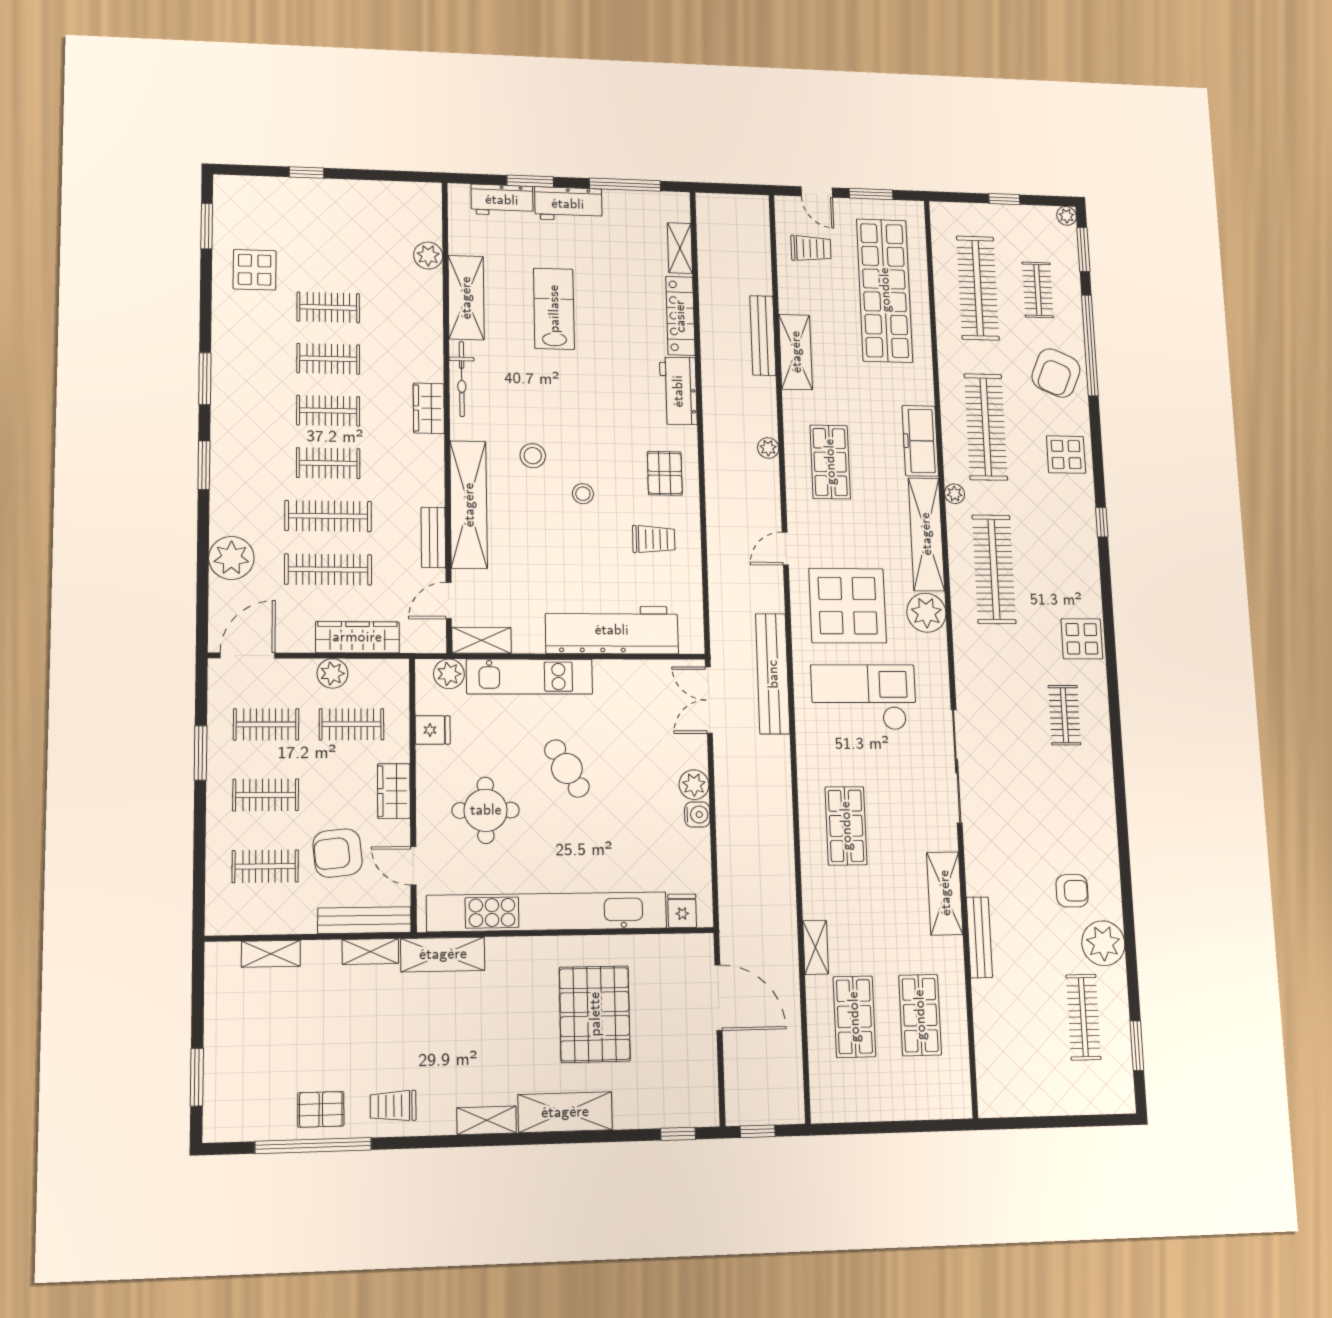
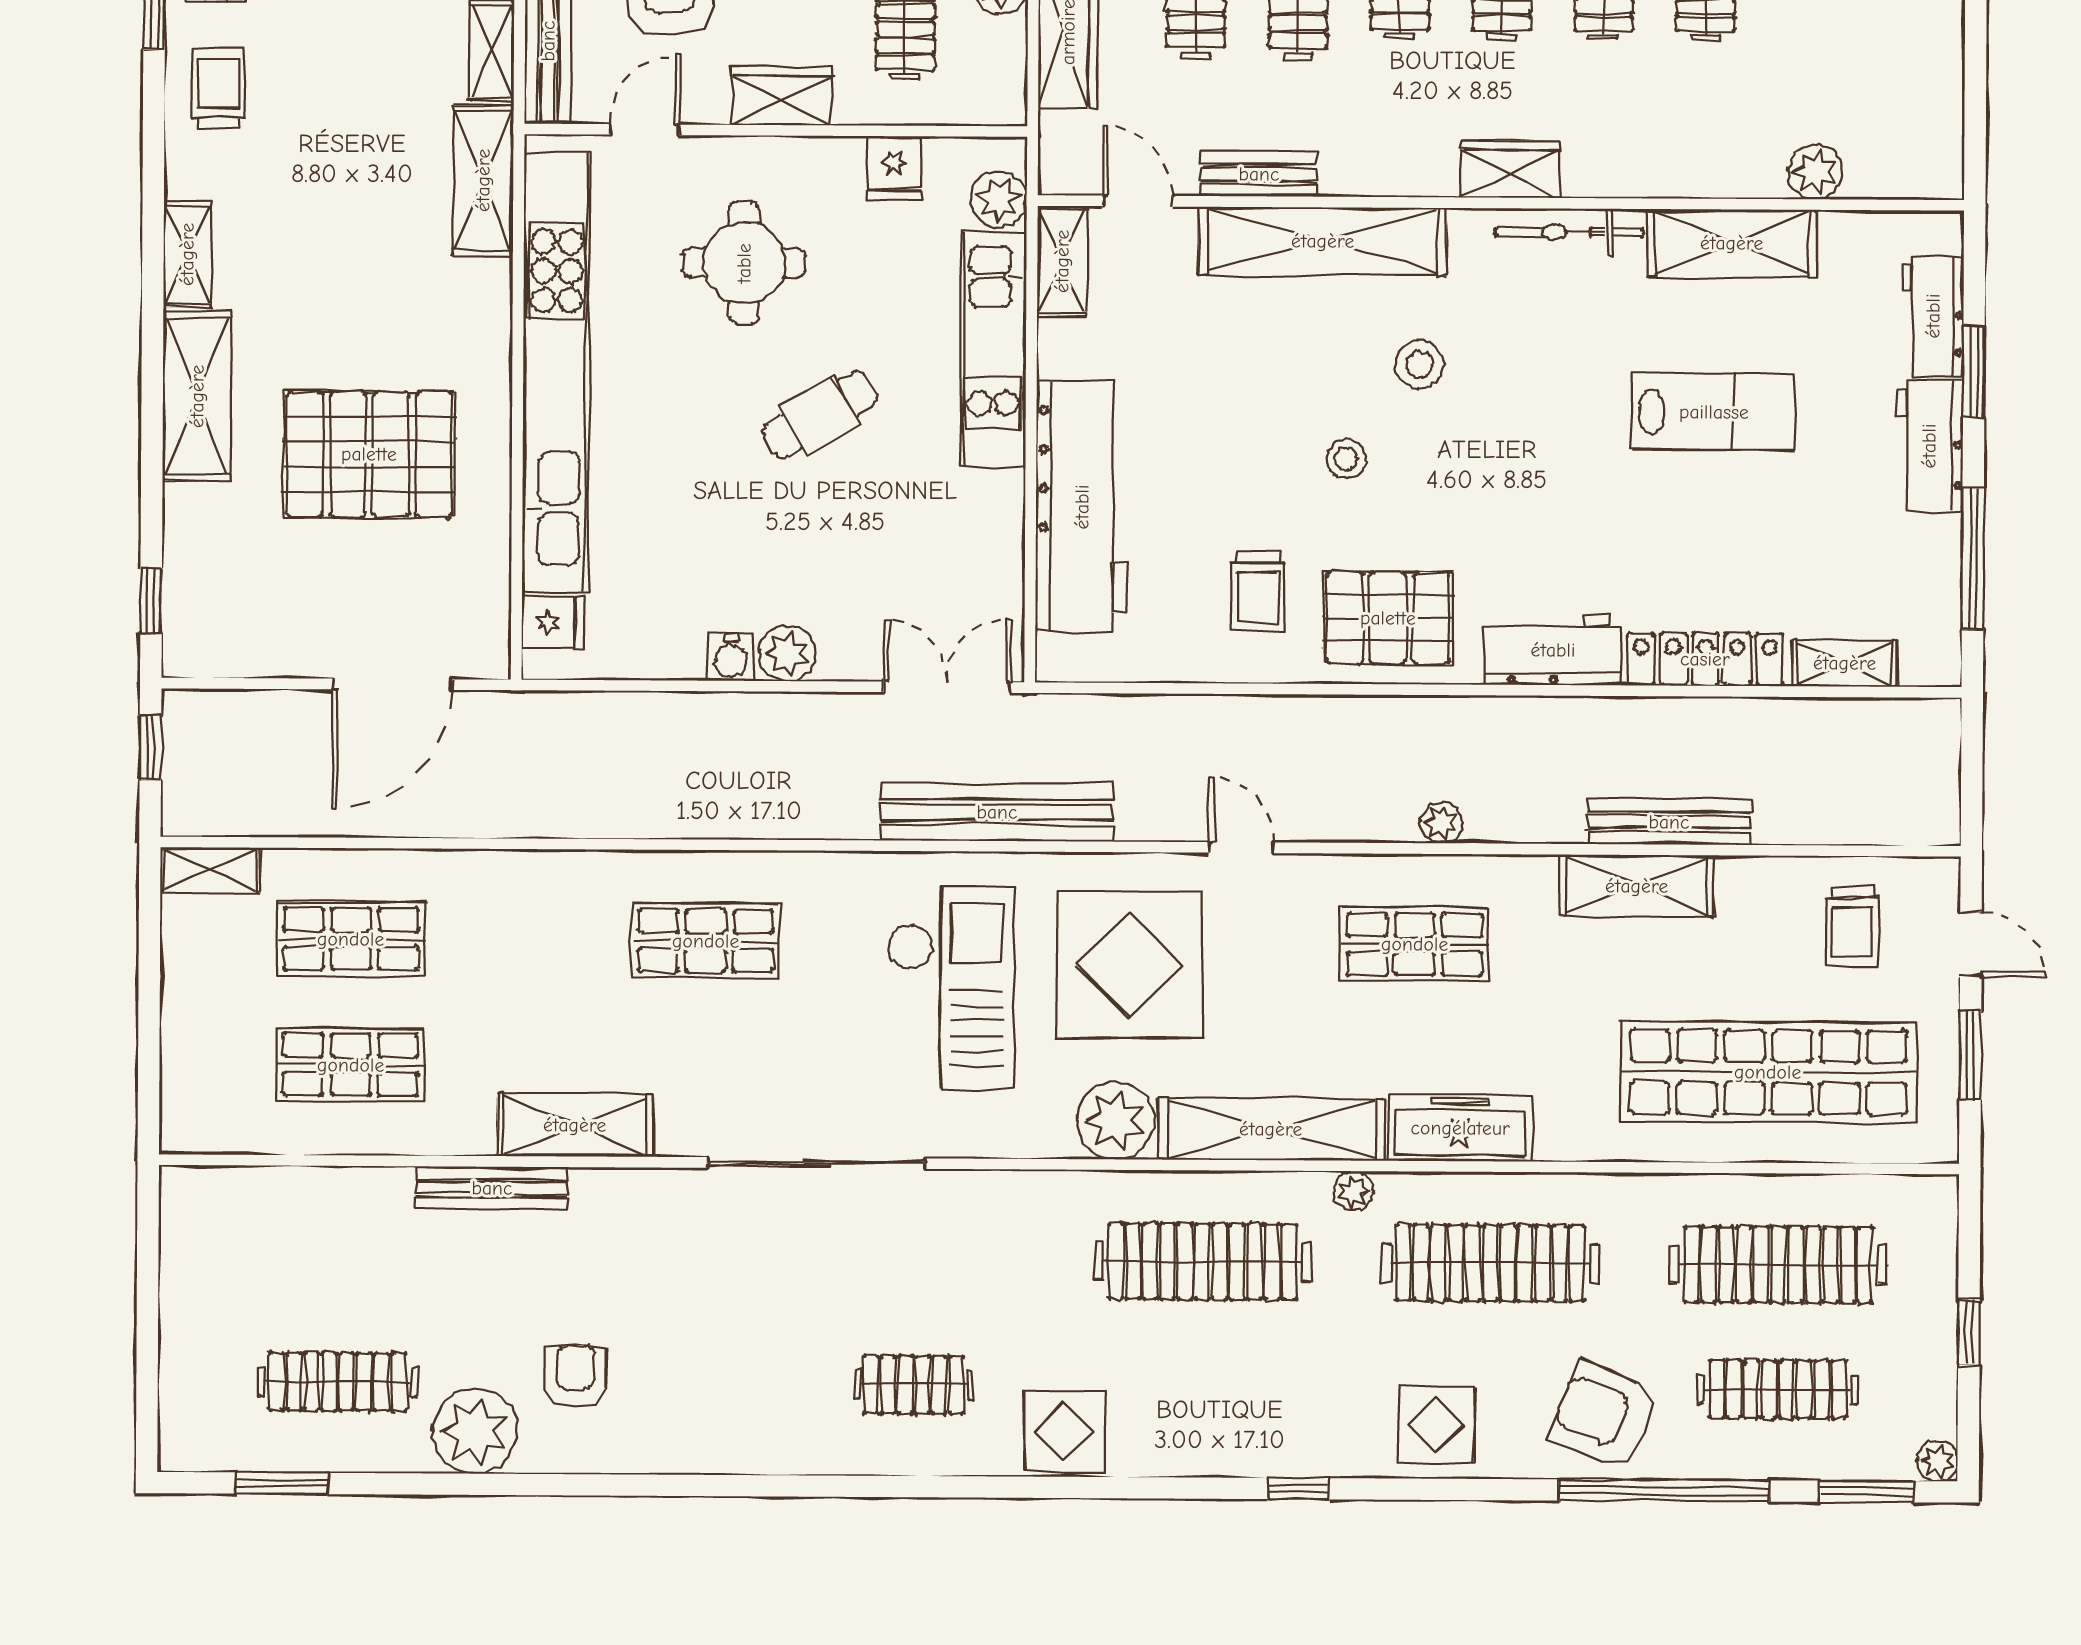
door: (817, 192) -> (1971, 944), swing flipped
clothes rail: (1038, 290) -> (1778, 1389), width x1.36
pallet: (665, 473) -> (1388, 618), width x1.50, depth x1.42
armchair: (1072, 891) -> (575, 1376), turned 180
shelving: (816, 947) -> (210, 870), moved

